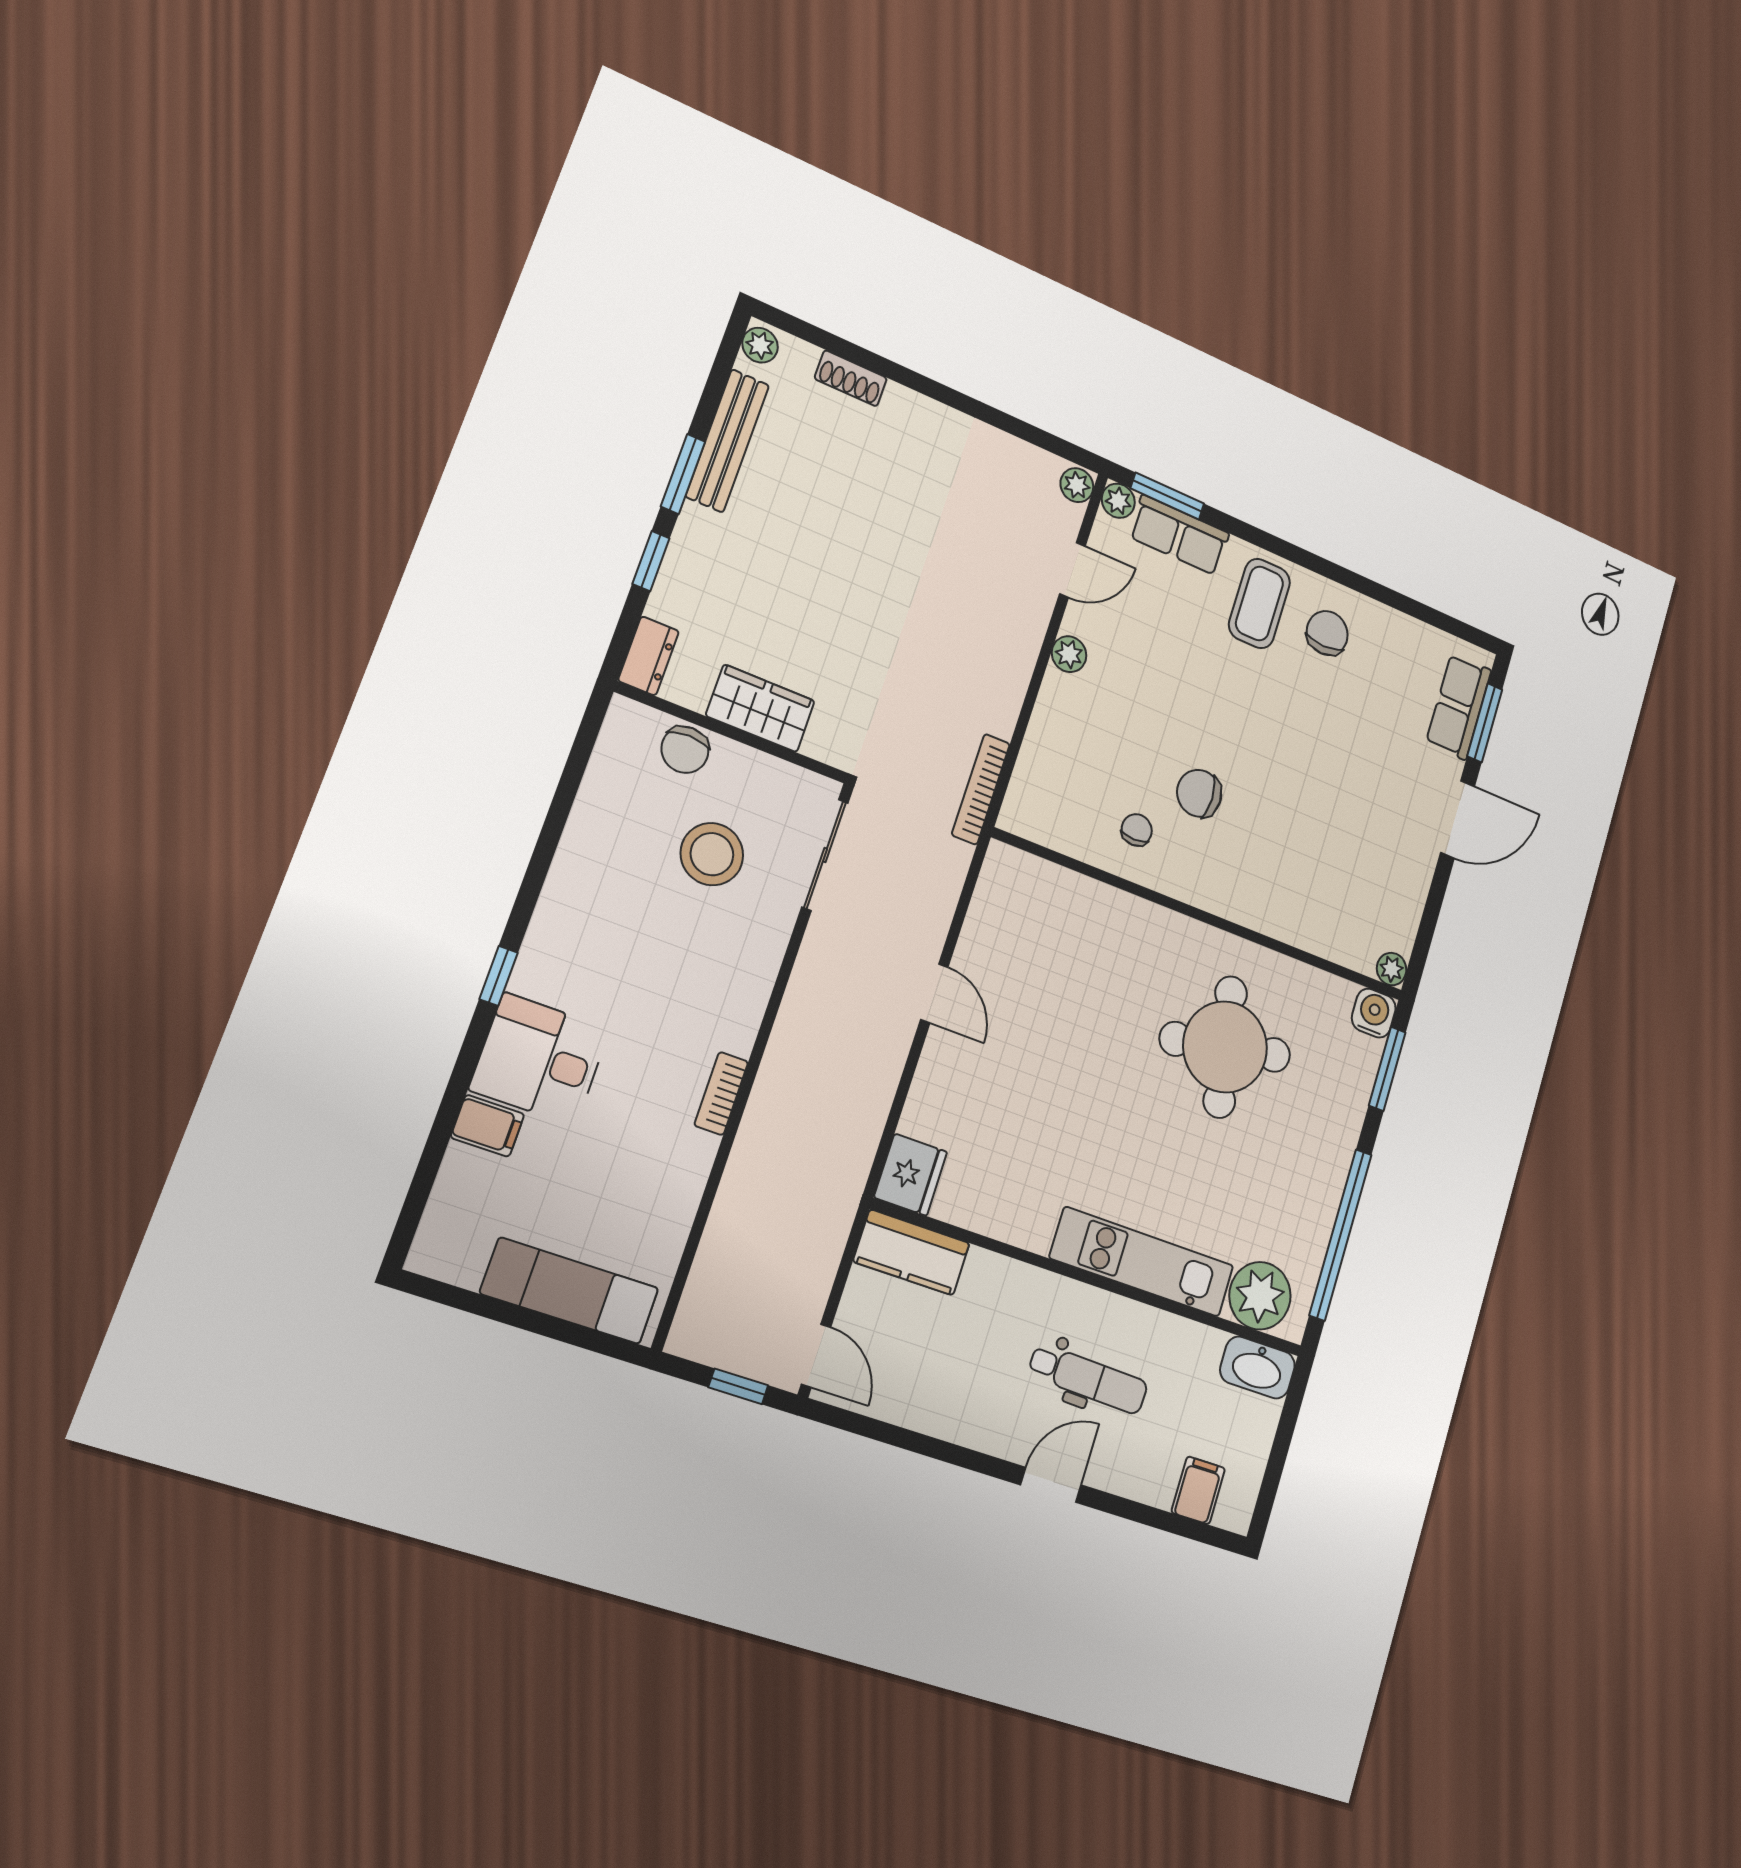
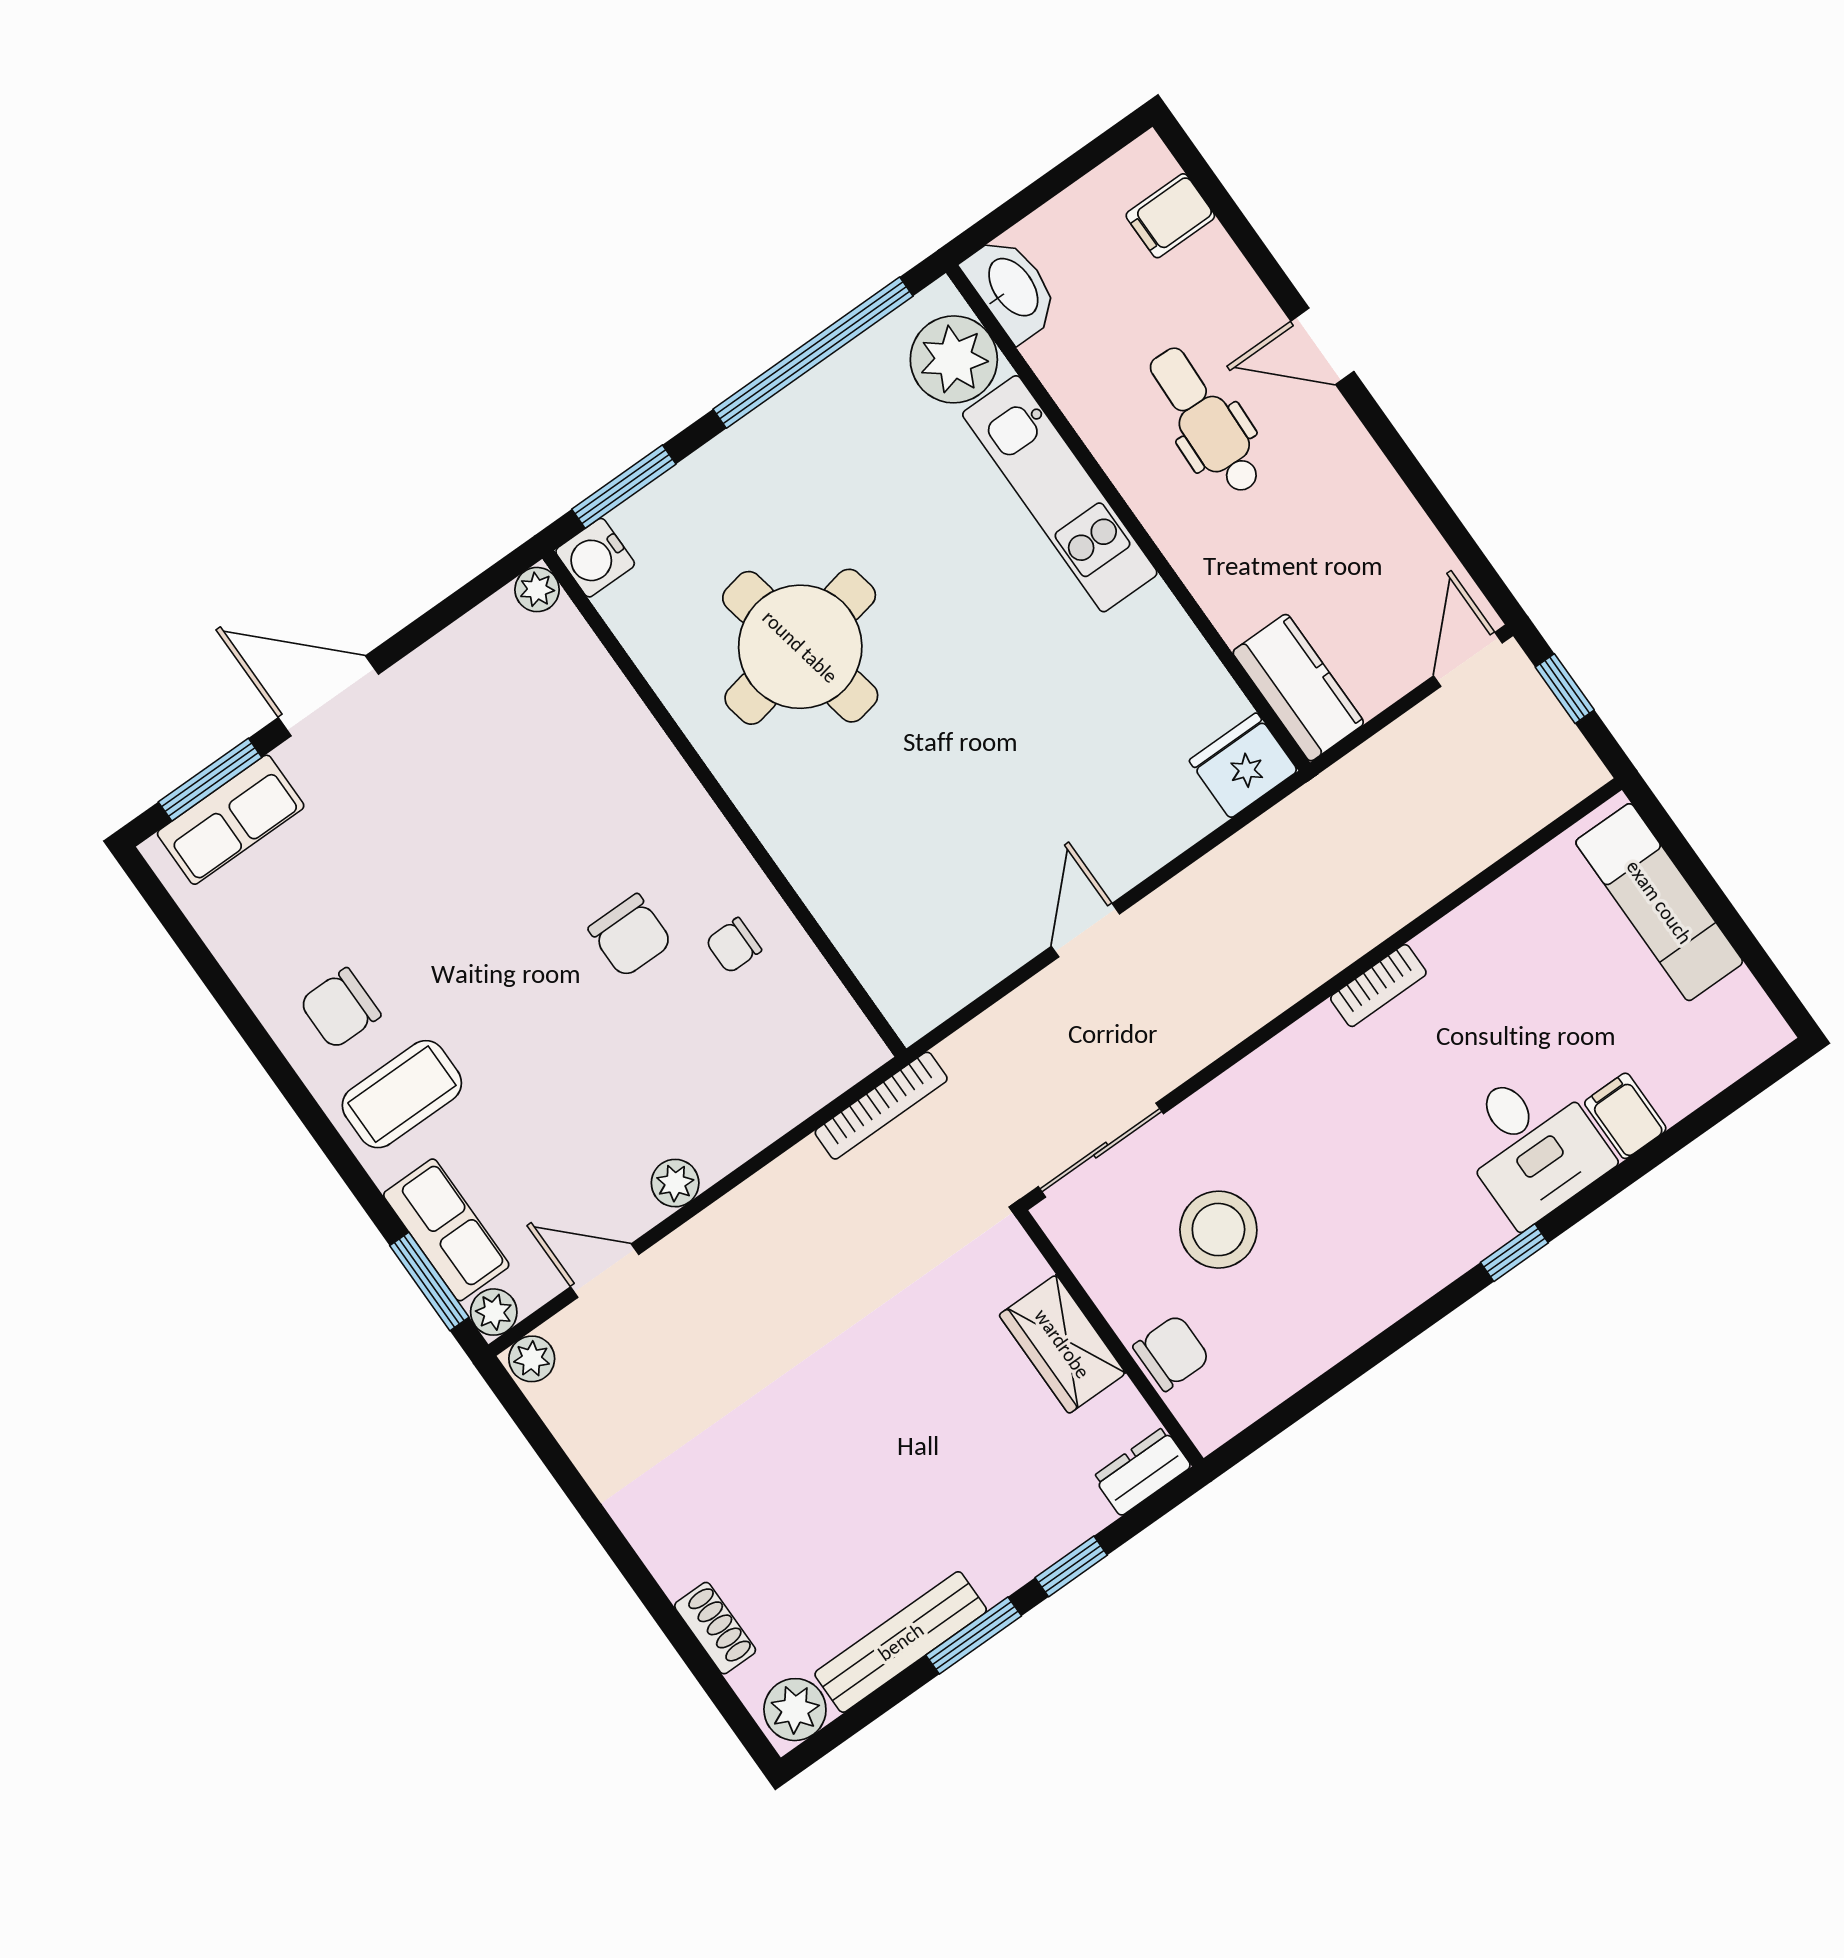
plant: (760, 345) -> (795, 1710), width x1.38, depth x1.38

